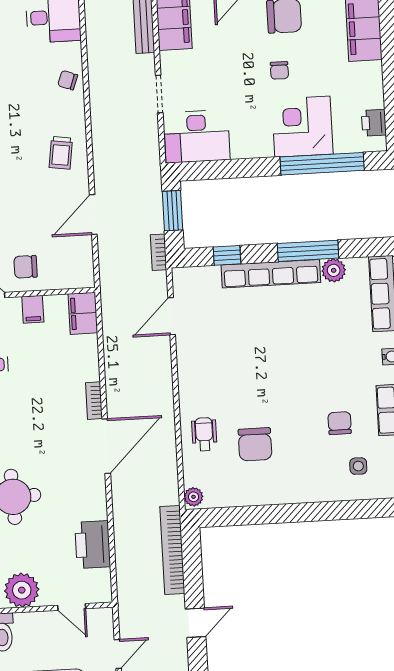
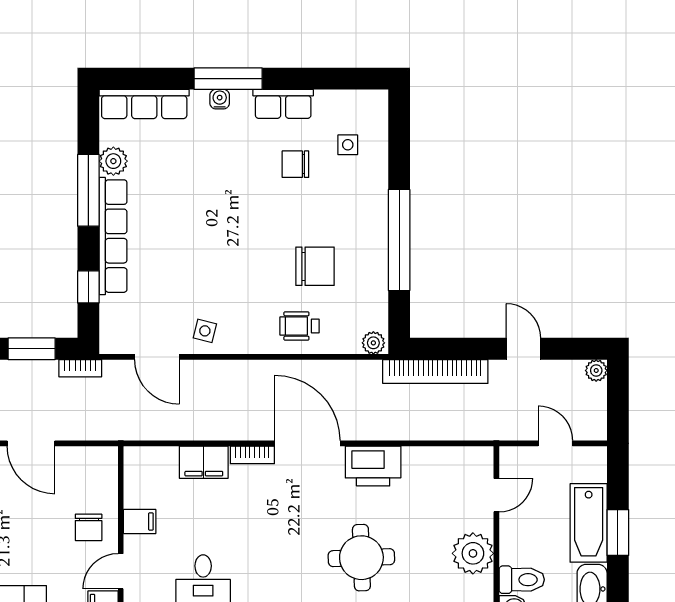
filing cabinet: (83, 313) -> (204, 462), moved
side table: (196, 355) -> (205, 331), added
window: (281, 514) -> (399, 240), added
printer: (93, 545) -> (373, 466), moved

